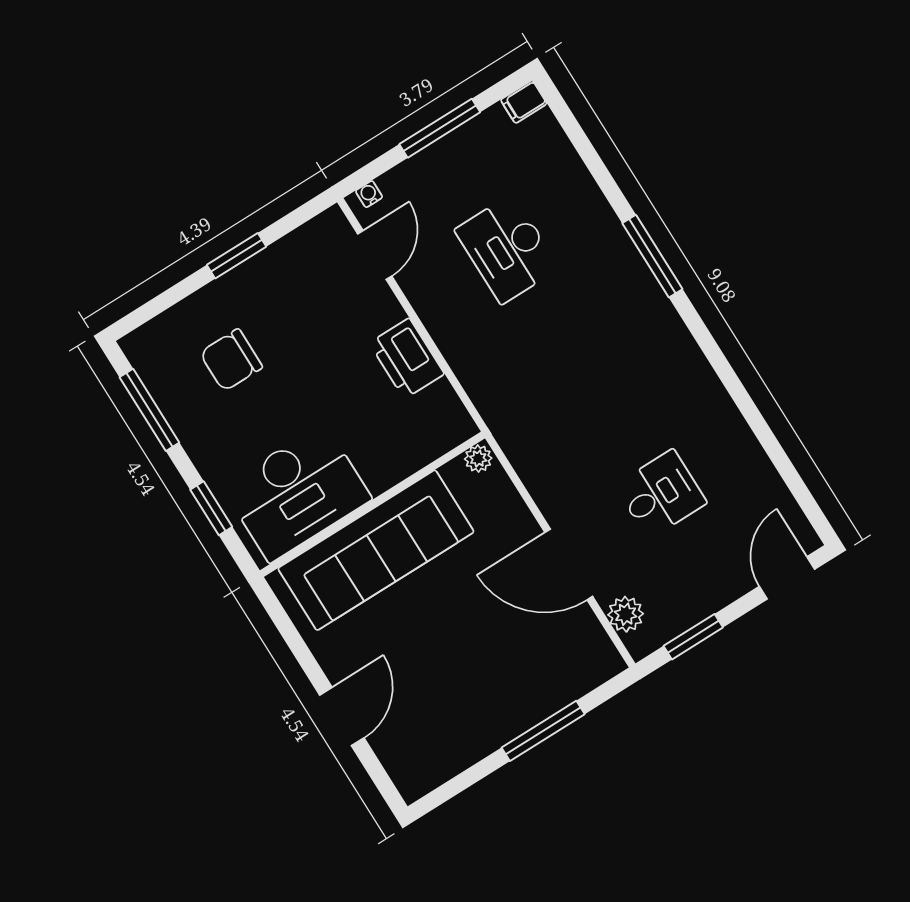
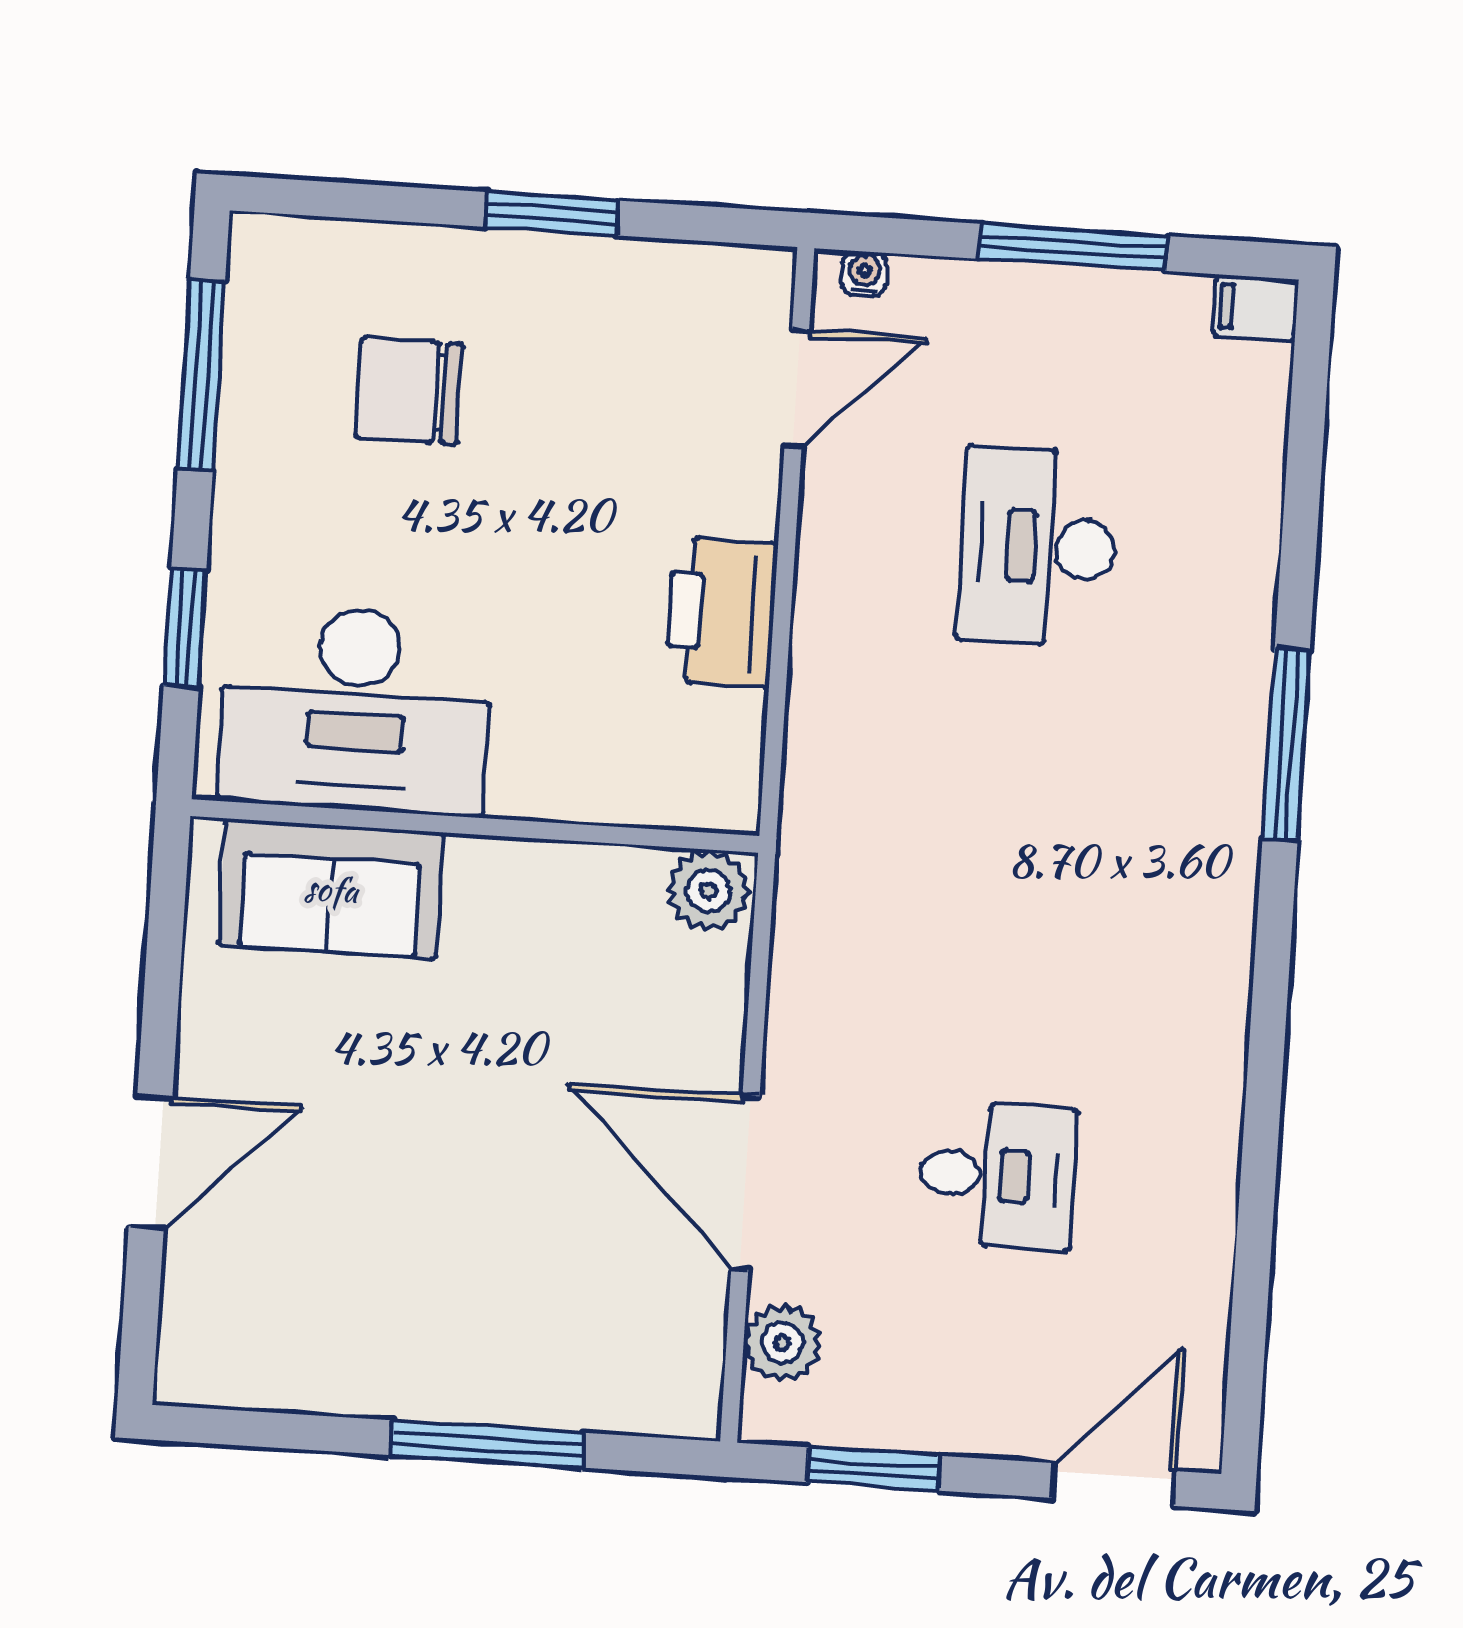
plant: (478, 459) -> (708, 891), width x1.38, depth x1.38
sofa: (376, 550) -> (331, 889), width x0.54, depth x0.79

